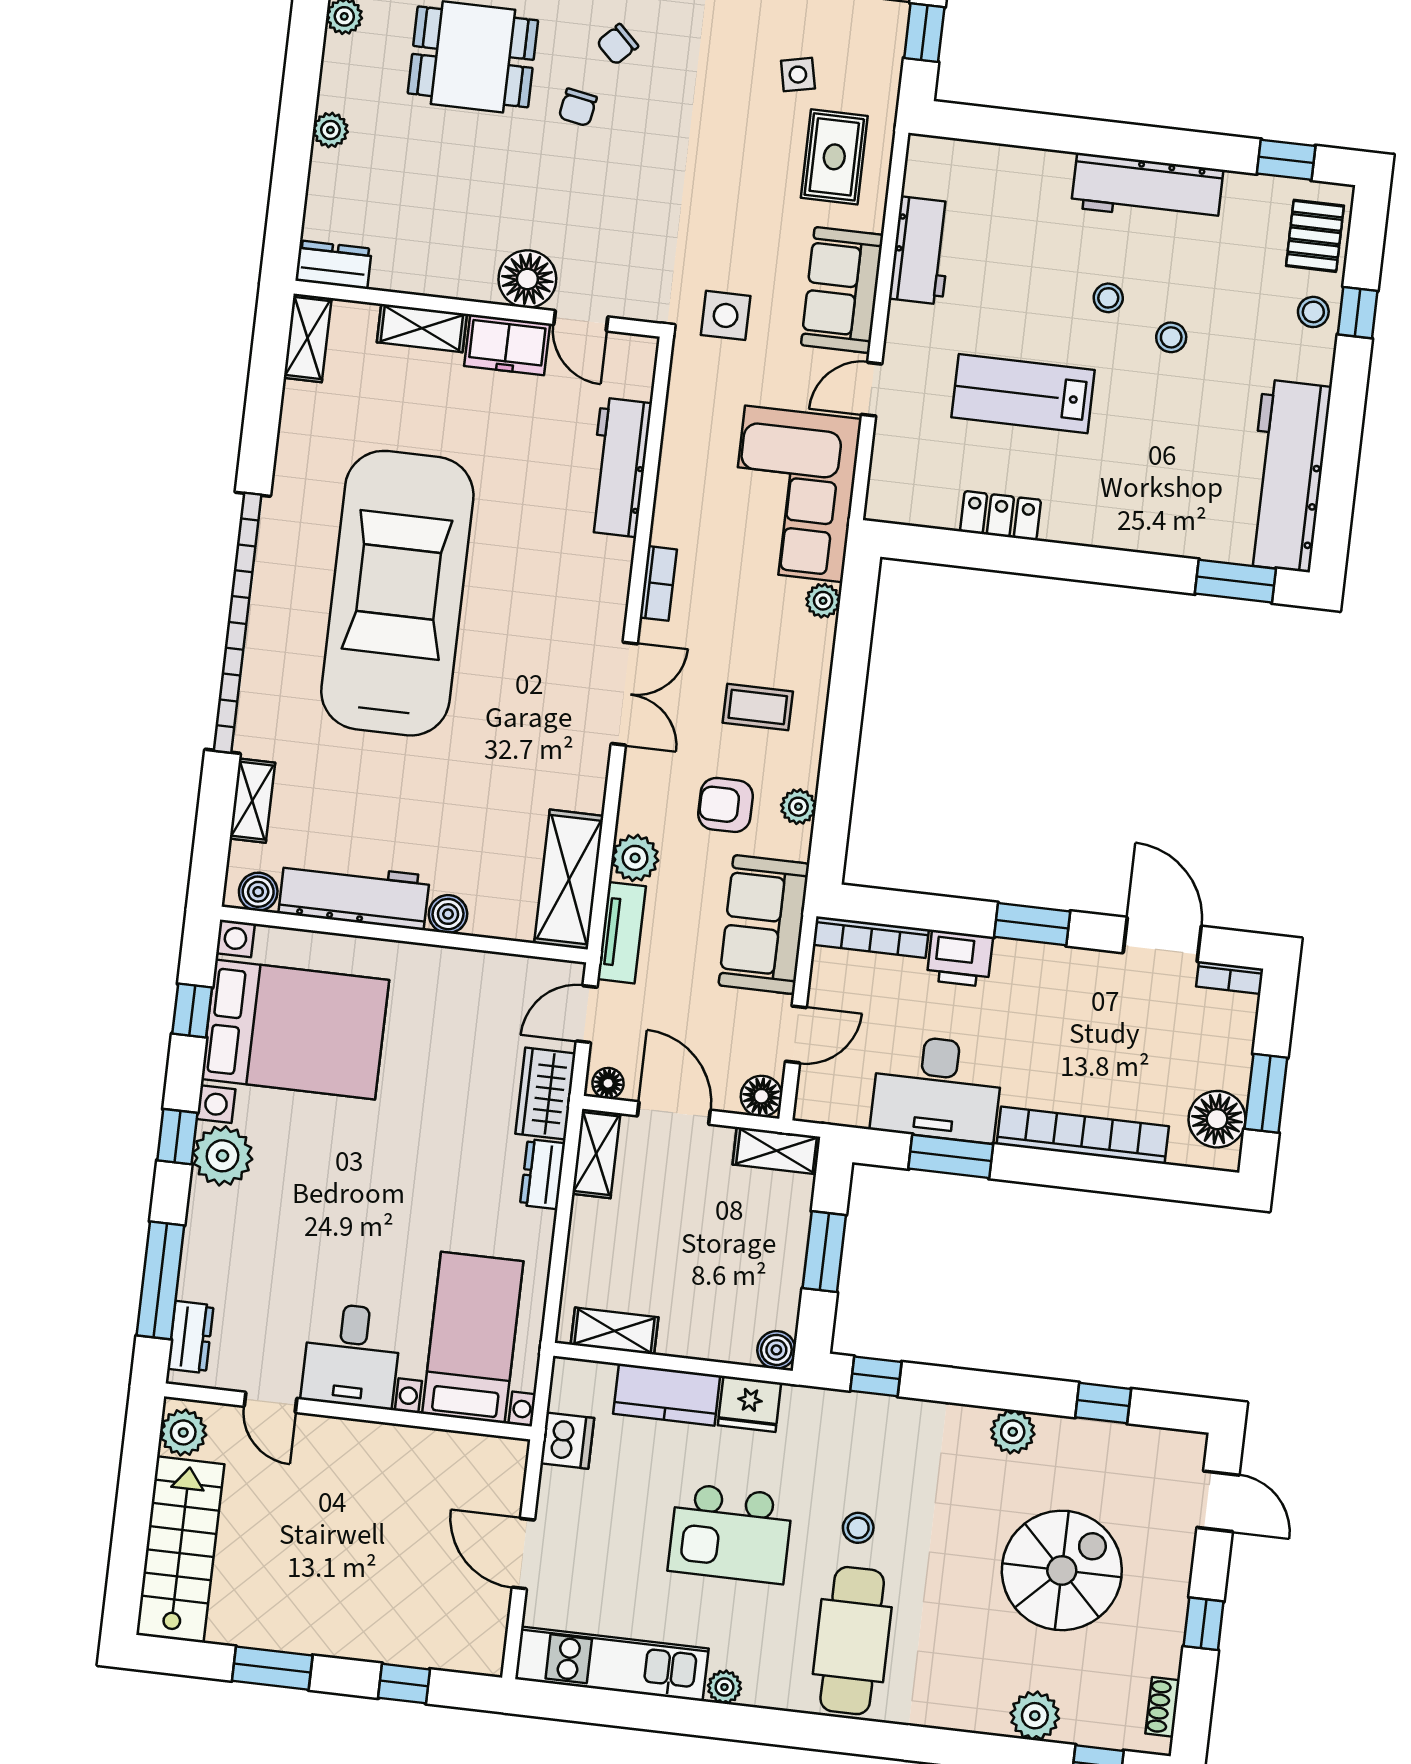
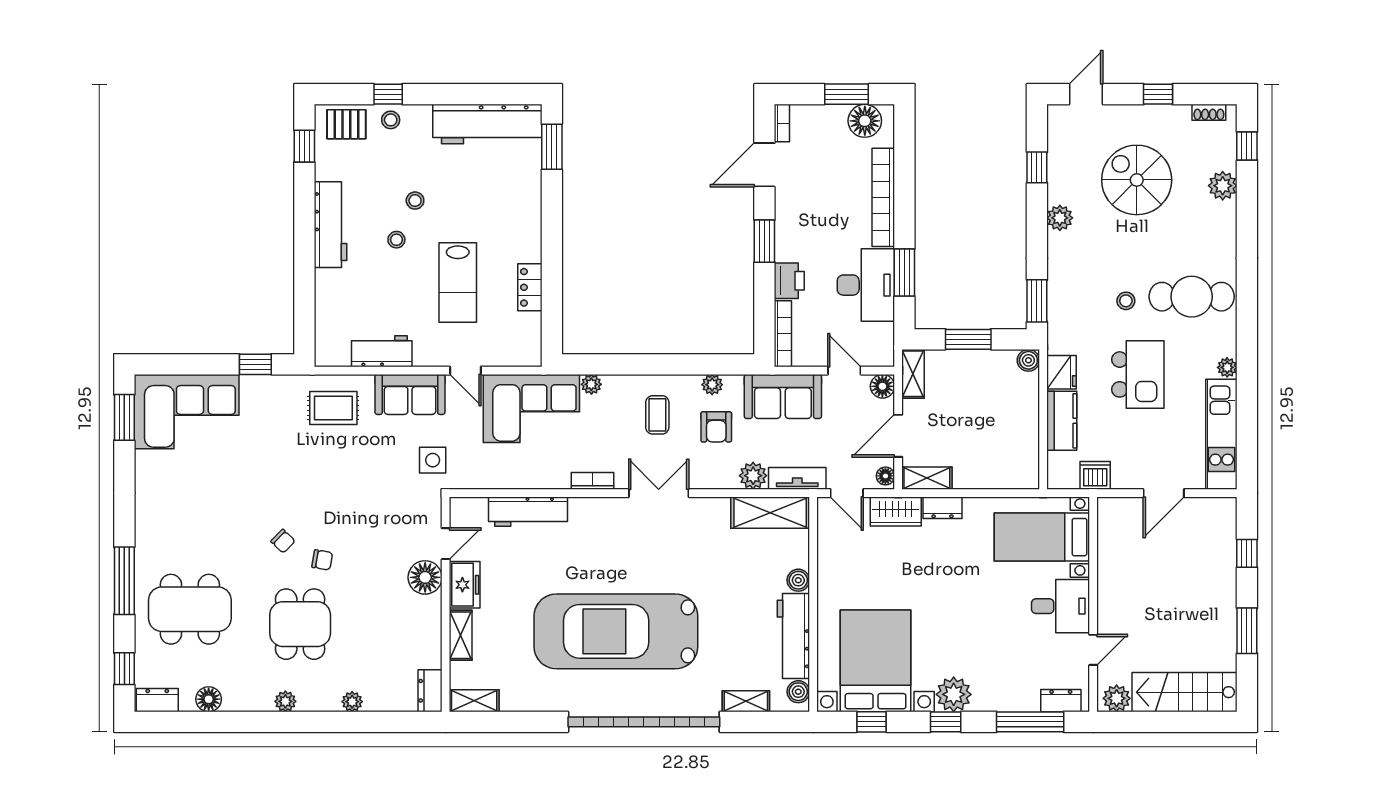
side table: (798, 75) -> (288, 435), removed
shelving: (615, 1331) -> (1028, 455), removed
window: (876, 1376) -> (1037, 301), width x1.50

